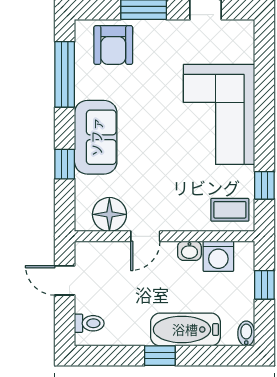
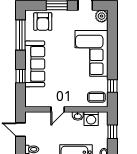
plant: (241, 33) -> (102, 16), added
sofa: (96, 137) -> (35, 64), width x1.36
floor lamp: (109, 214) -> (41, 99), removed

